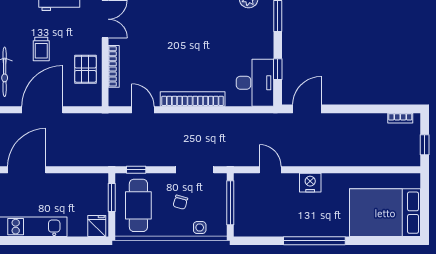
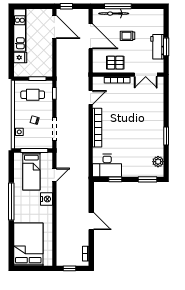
door: (307, 109) -> (91, 221), moved
cafe table: (138, 205) -> (33, 95), width x0.73, depth x0.74
bed: (265, 208) -> (31, 171), added
fridge: (97, 226) -> (20, 58), moved

